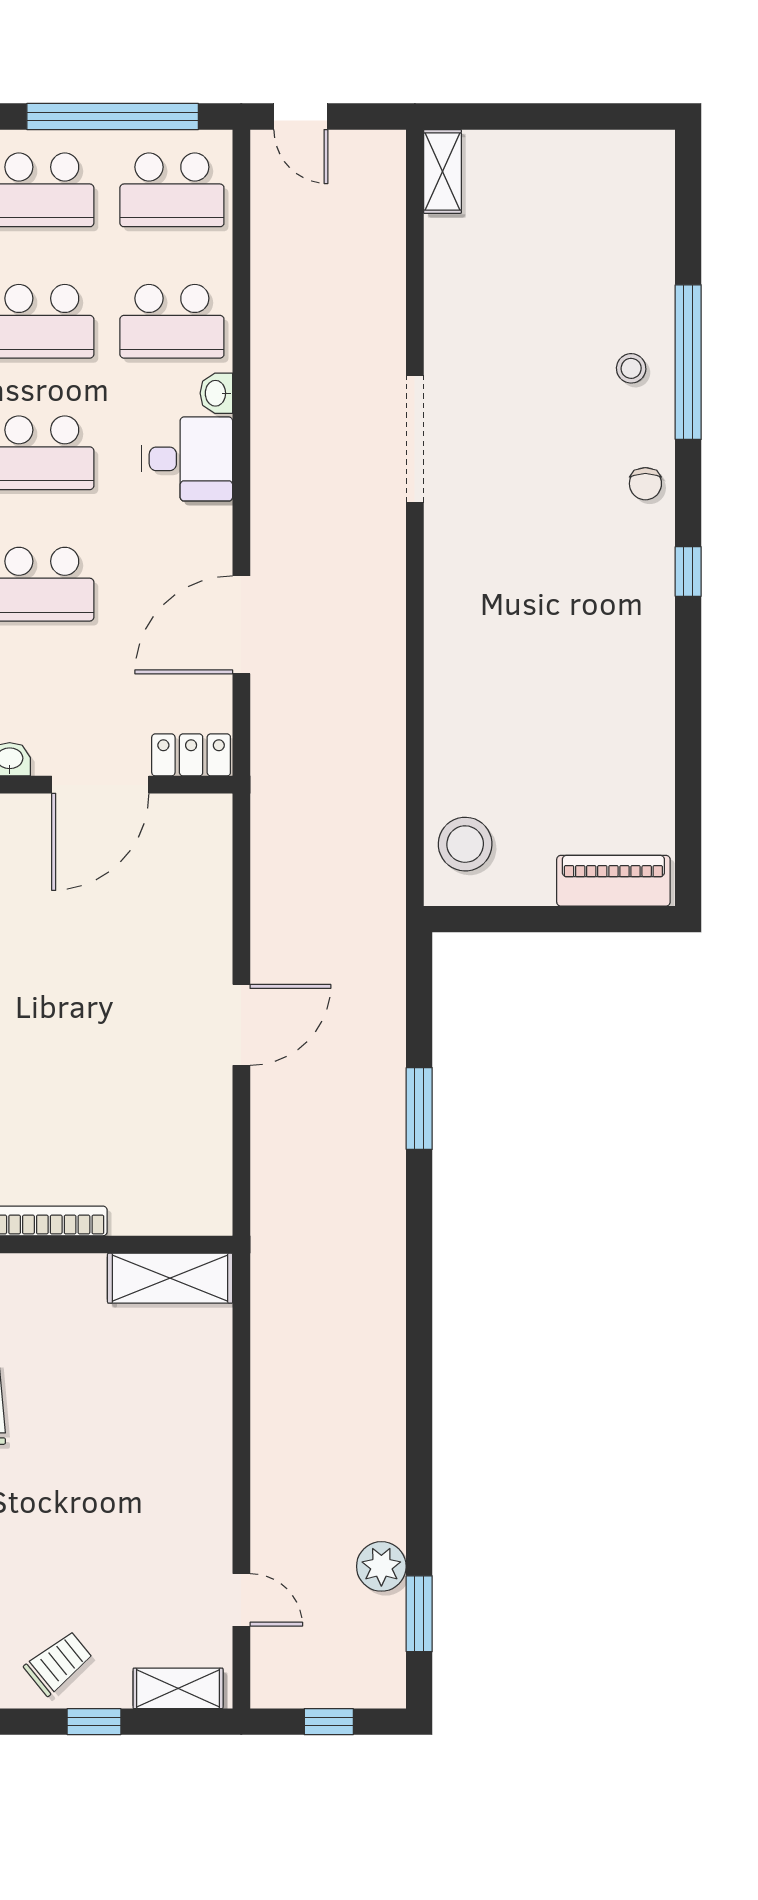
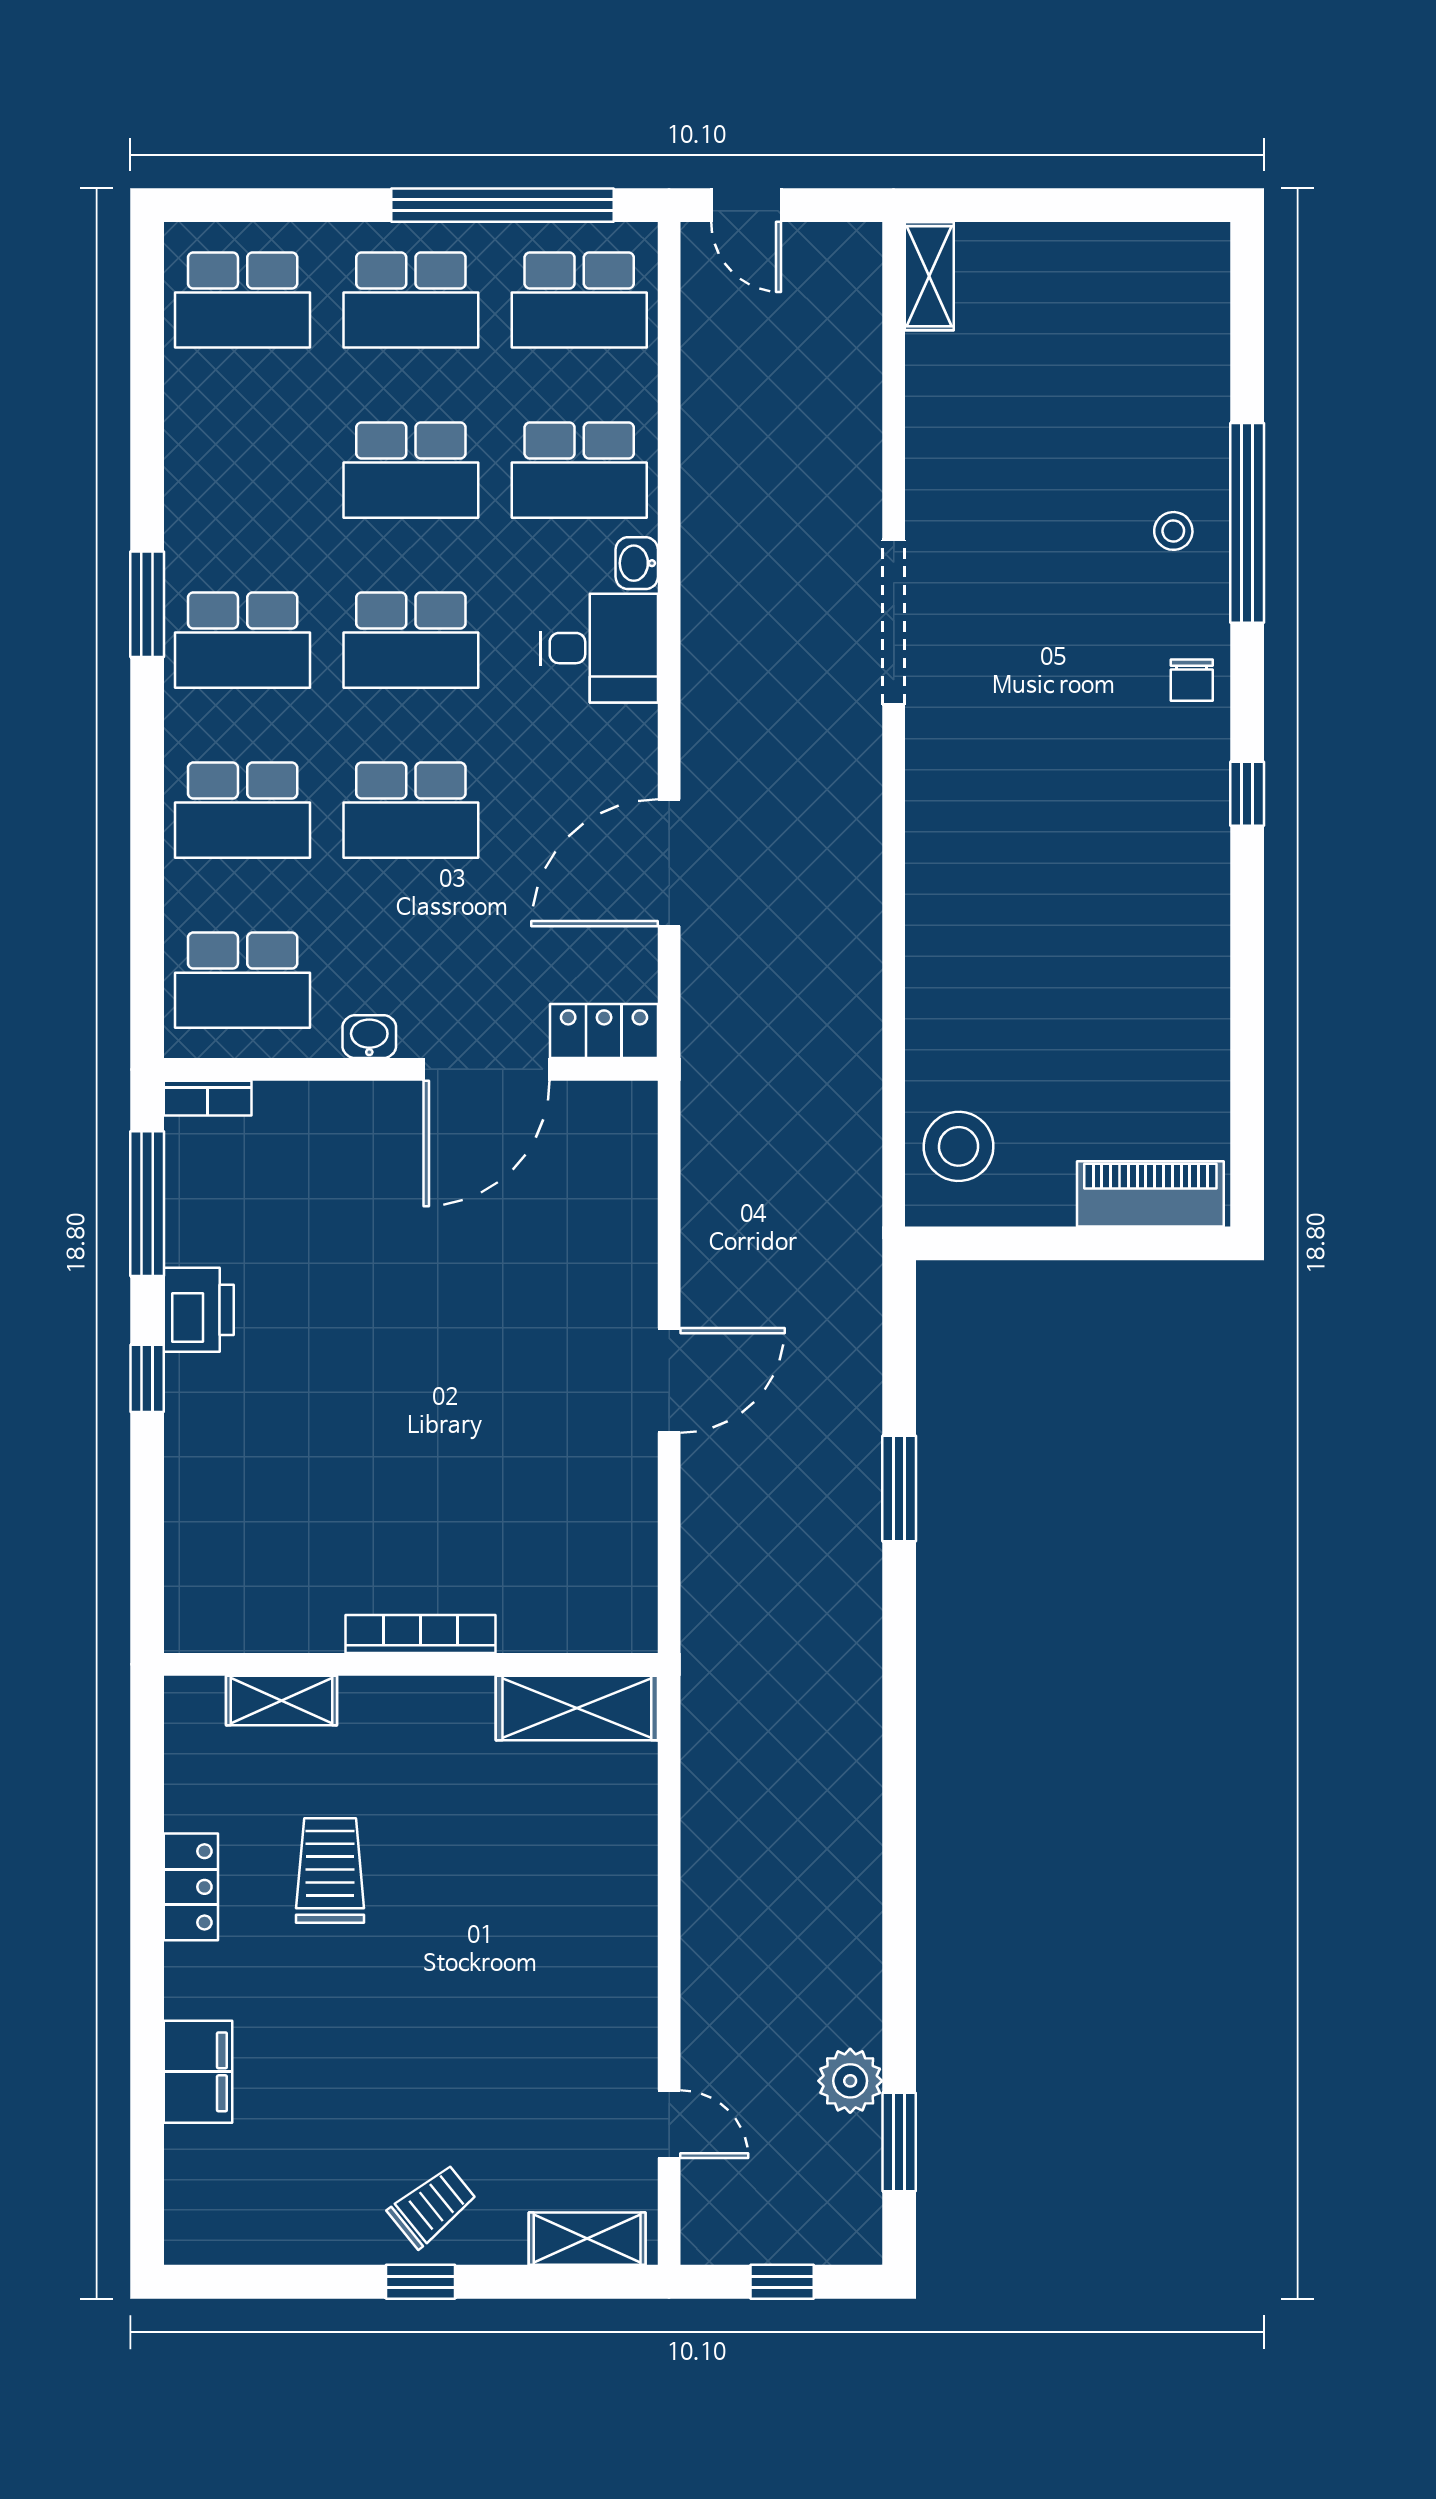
window: (94, 1722) -> (421, 2282), moved

